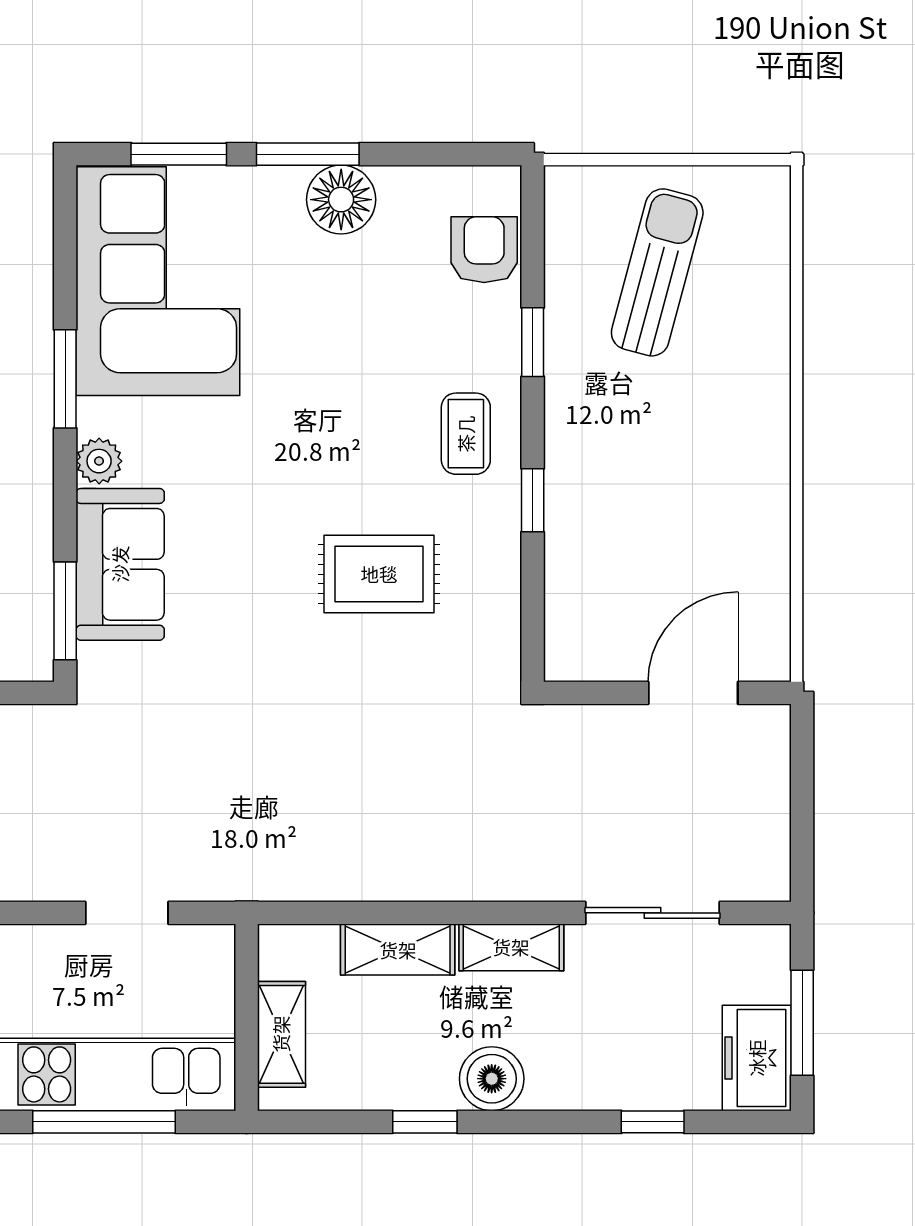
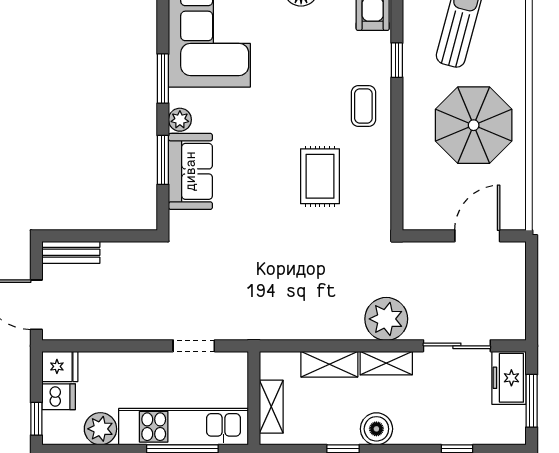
parasol: (686, 472) -> (474, 125), added
window: (533, 500) -> (397, 139), removed
rug: (379, 574) -> (320, 176), turned 90
window: (65, 611) -> (163, 160), moved
plant: (511, 859) -> (386, 319), added
freezer: (757, 1058) -> (509, 378), moved

